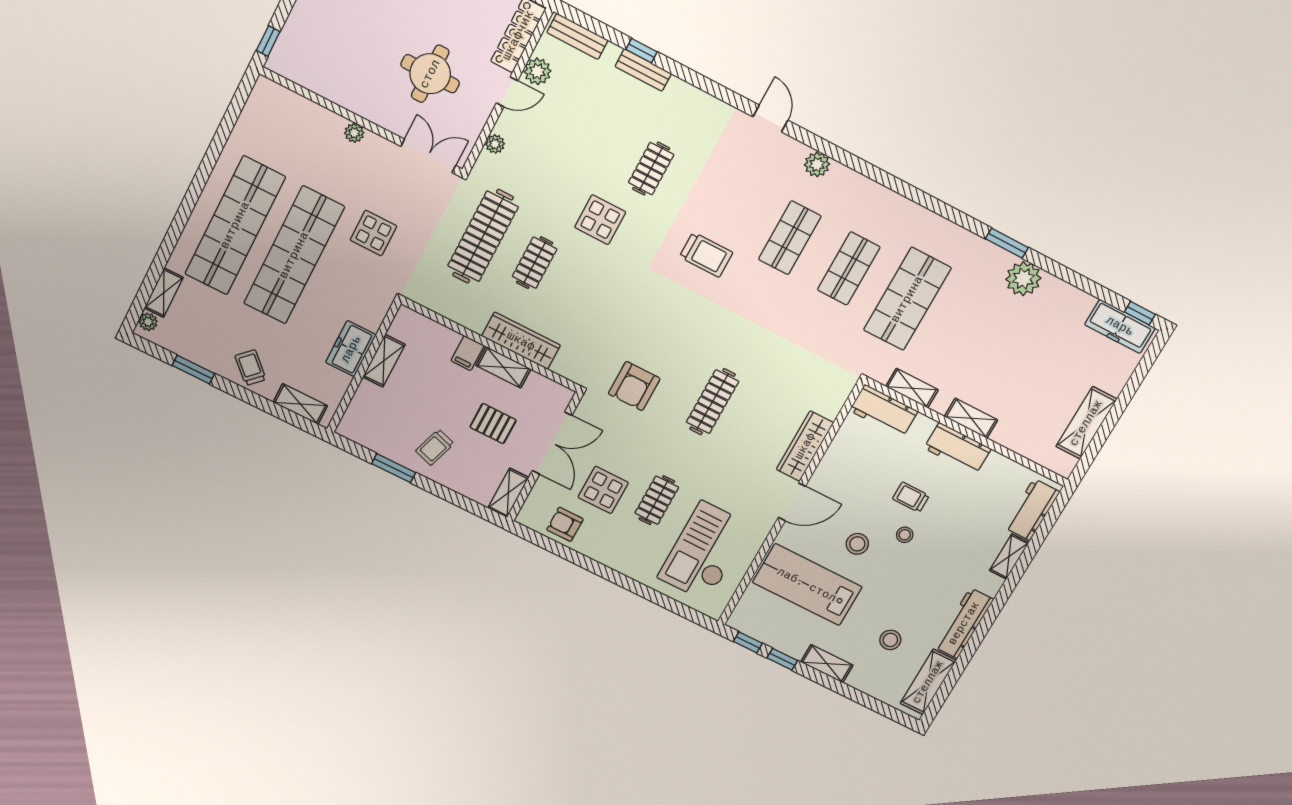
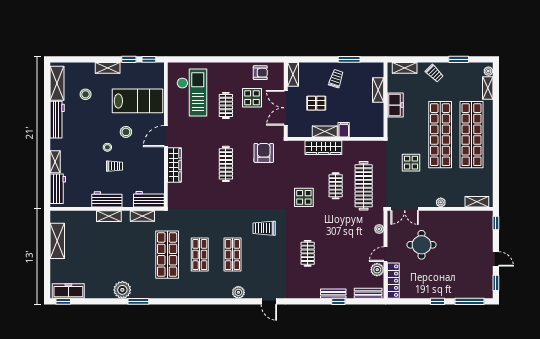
shelving: (285, 99) -> (477, 202), added
display table: (600, 220) -> (304, 197), moved
shelving: (384, 361) -> (378, 90), moved

